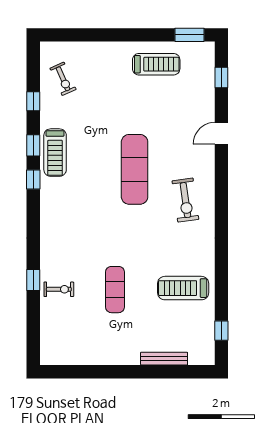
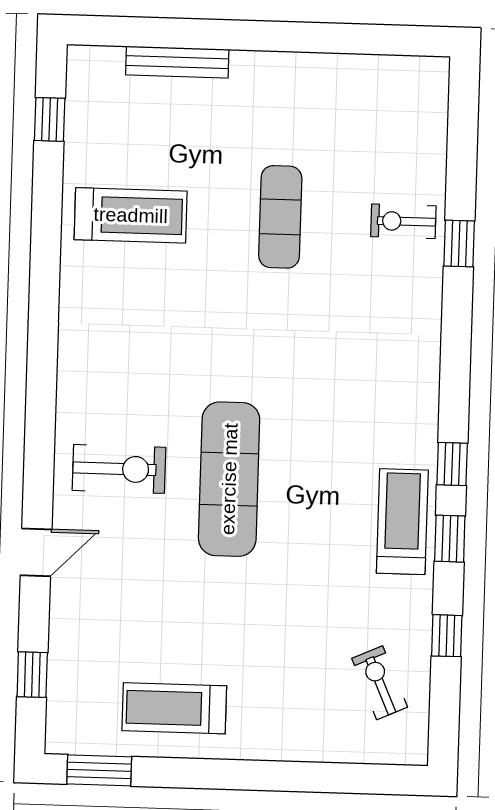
exercise bike: (185, 200) -> (119, 469), moved, turned 98

